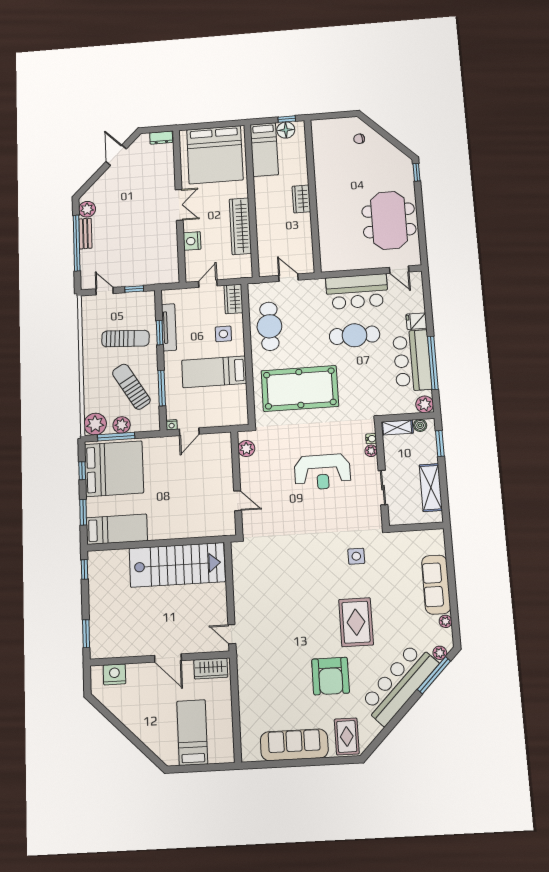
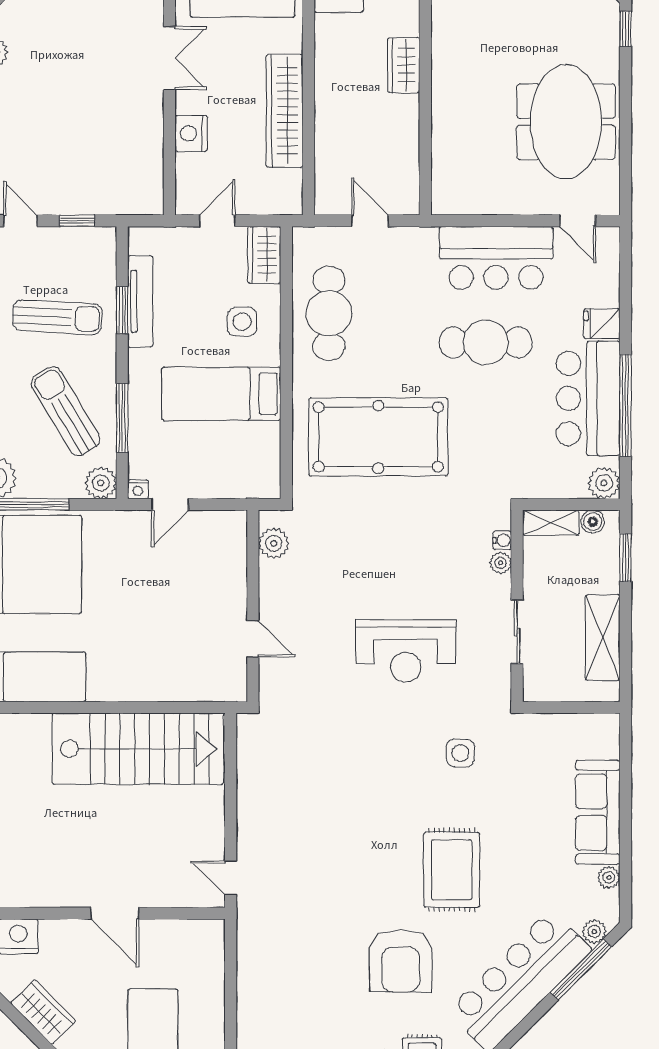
plant: (122, 425) -> (101, 483), moved
reception desk: (322, 472) -> (406, 651), moved
wardrobe: (211, 669) -> (43, 1012), moved, turned -135

